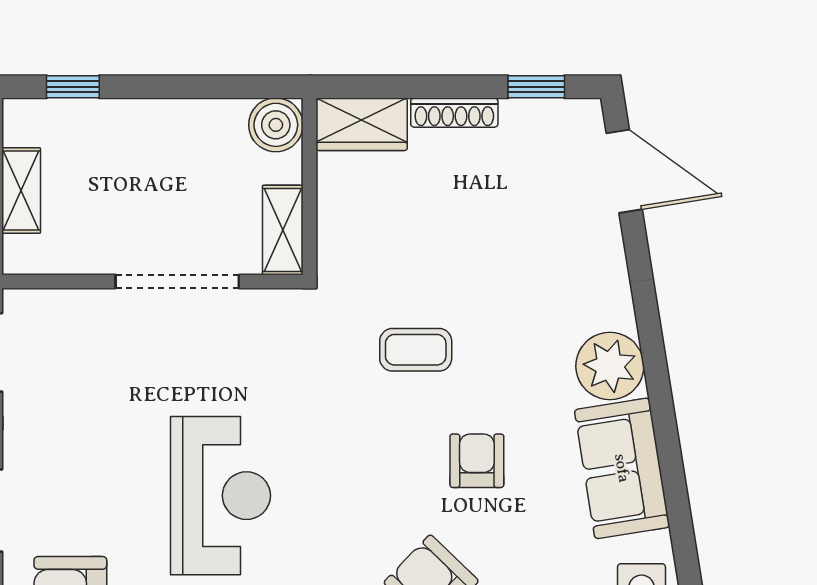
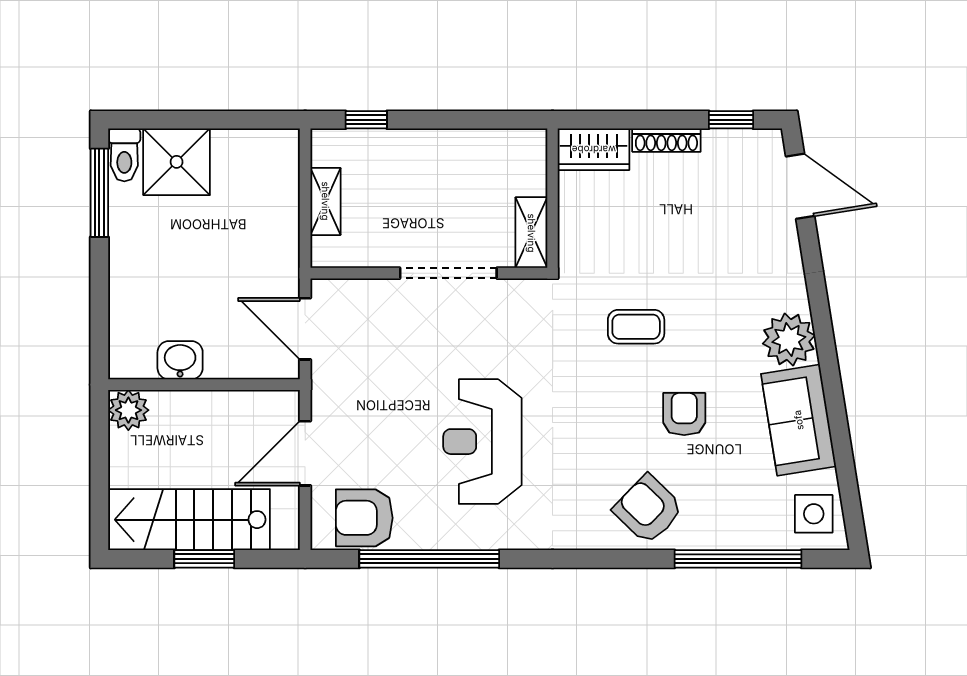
boiler: (276, 125) -> (526, 150), removed
reception desk: (220, 496) -> (482, 442), turned 180

